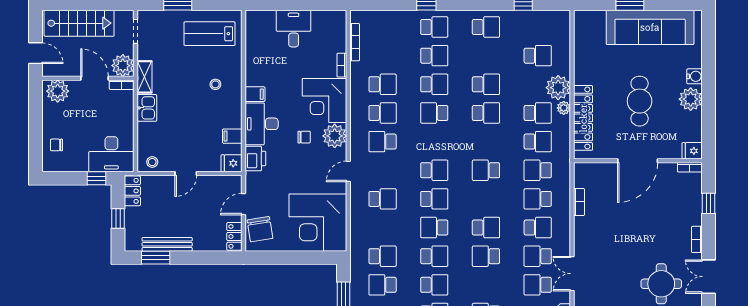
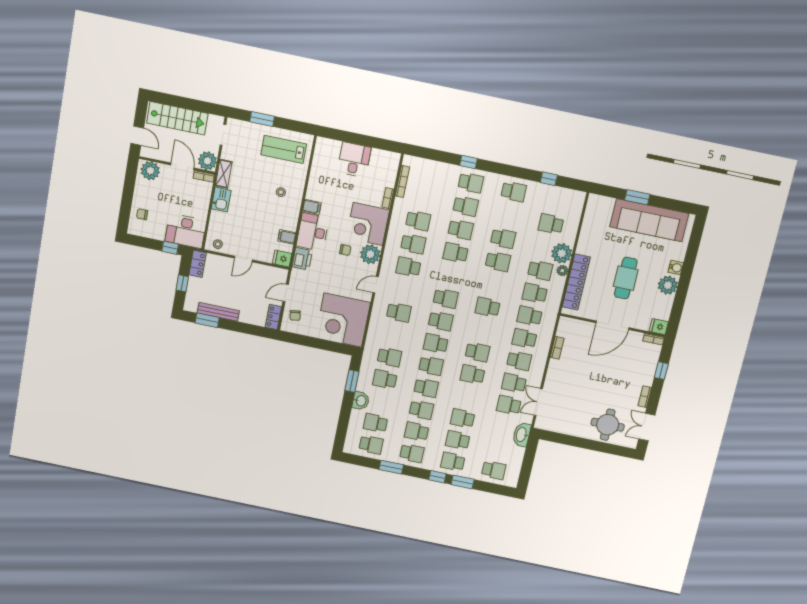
school desk: (538, 56) -> (551, 224), turned 180
school desk: (538, 142) -> (535, 293), turned 180
chair: (260, 229) -> (295, 316), width x0.54, depth x0.54

